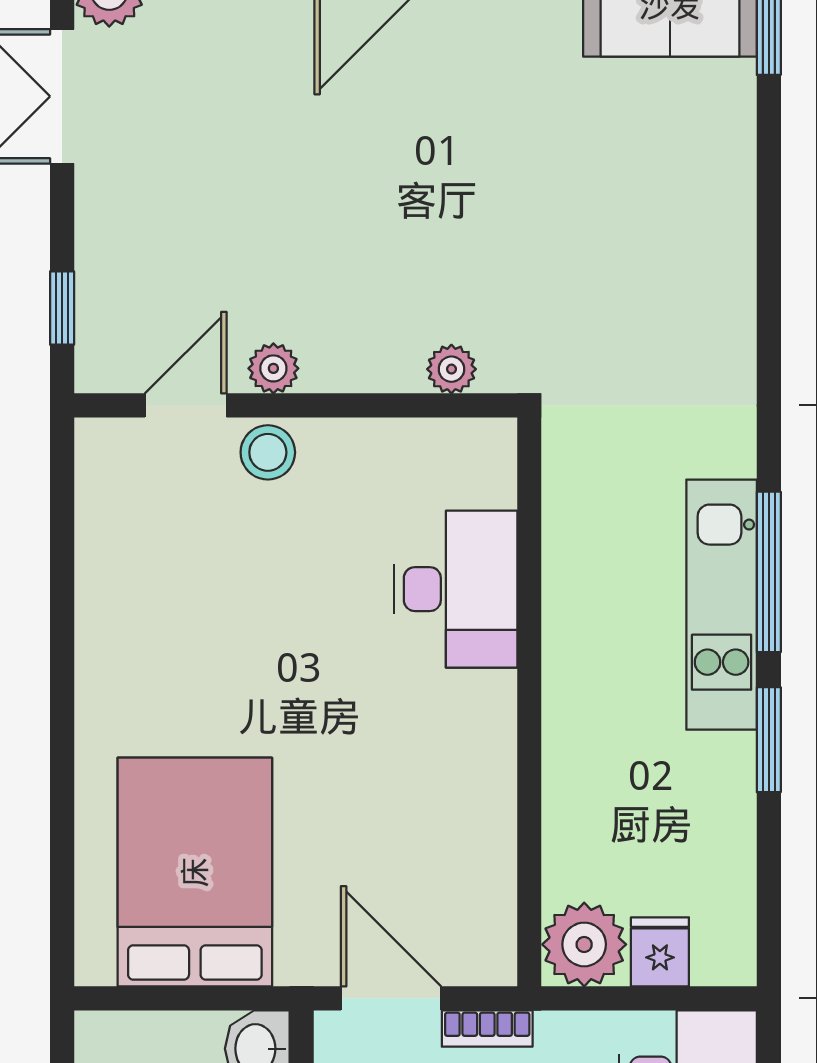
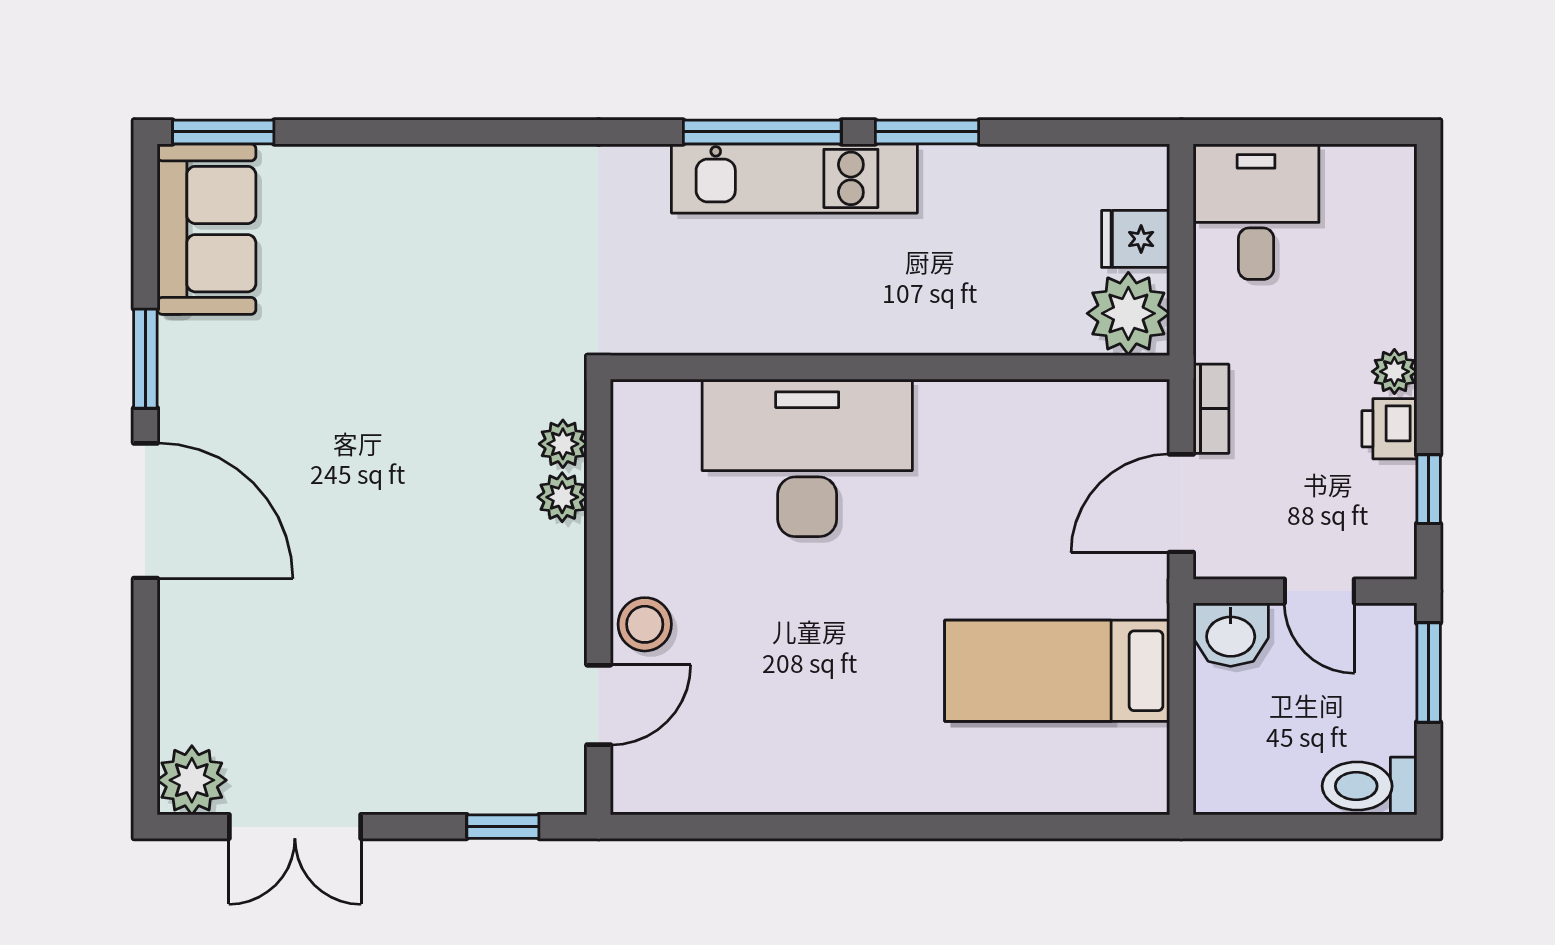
plant: (273, 368) -> (562, 497), moved
door: (186, 405) -> (599, 705), swing flipped
desk: (456, 589) -> (807, 458), width x1.36, depth x1.30
bed: (195, 872) -> (1057, 671), width x0.67

